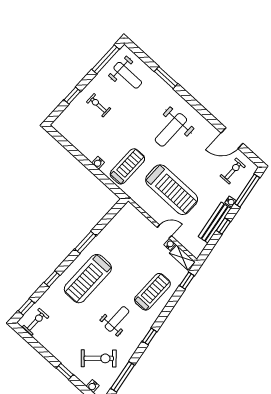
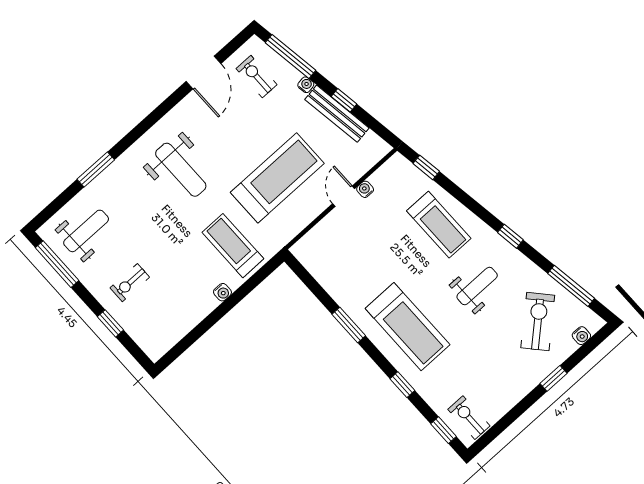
shelving: (182, 257) -> (388, 171), removed
treadmill: (152, 292) -> (439, 225), turned 180
weight bench: (117, 319) -> (477, 286), turned 90

